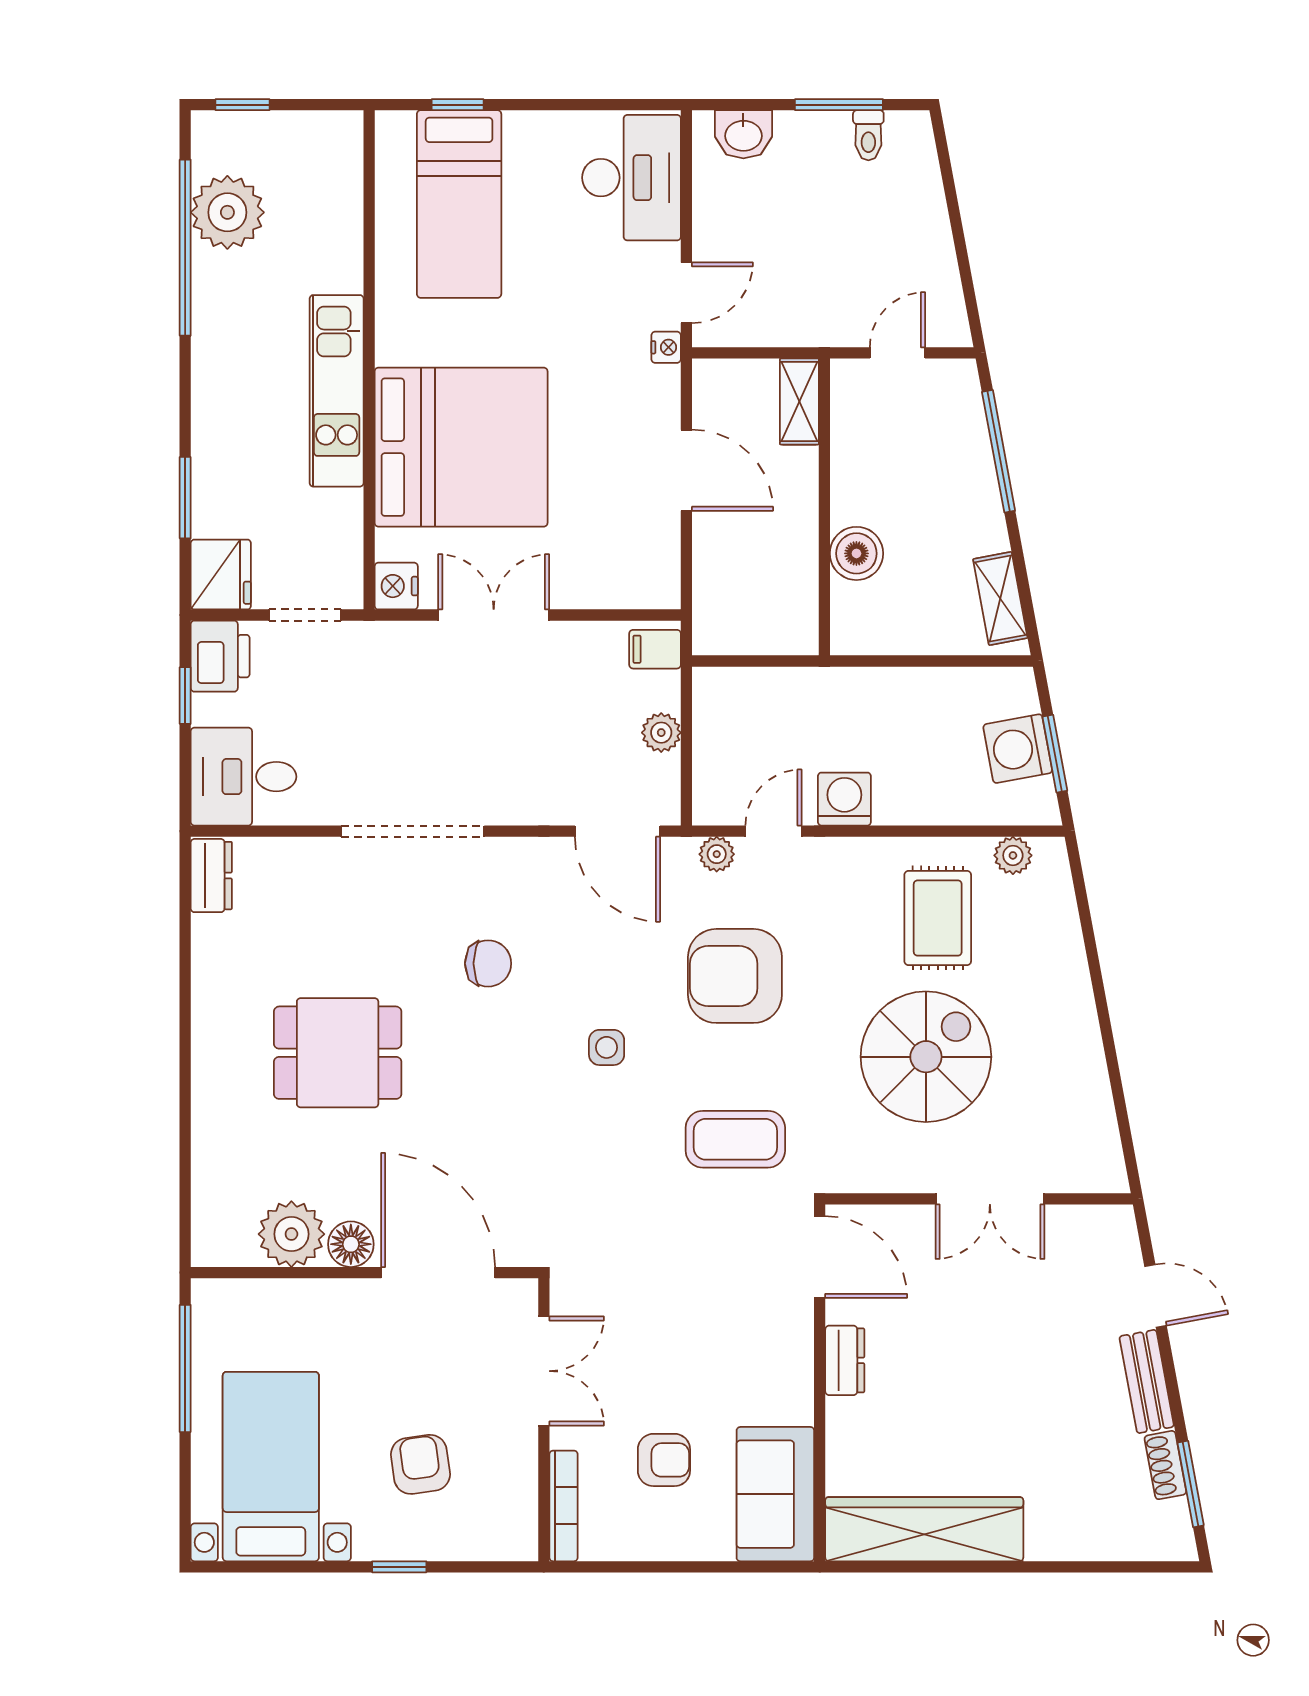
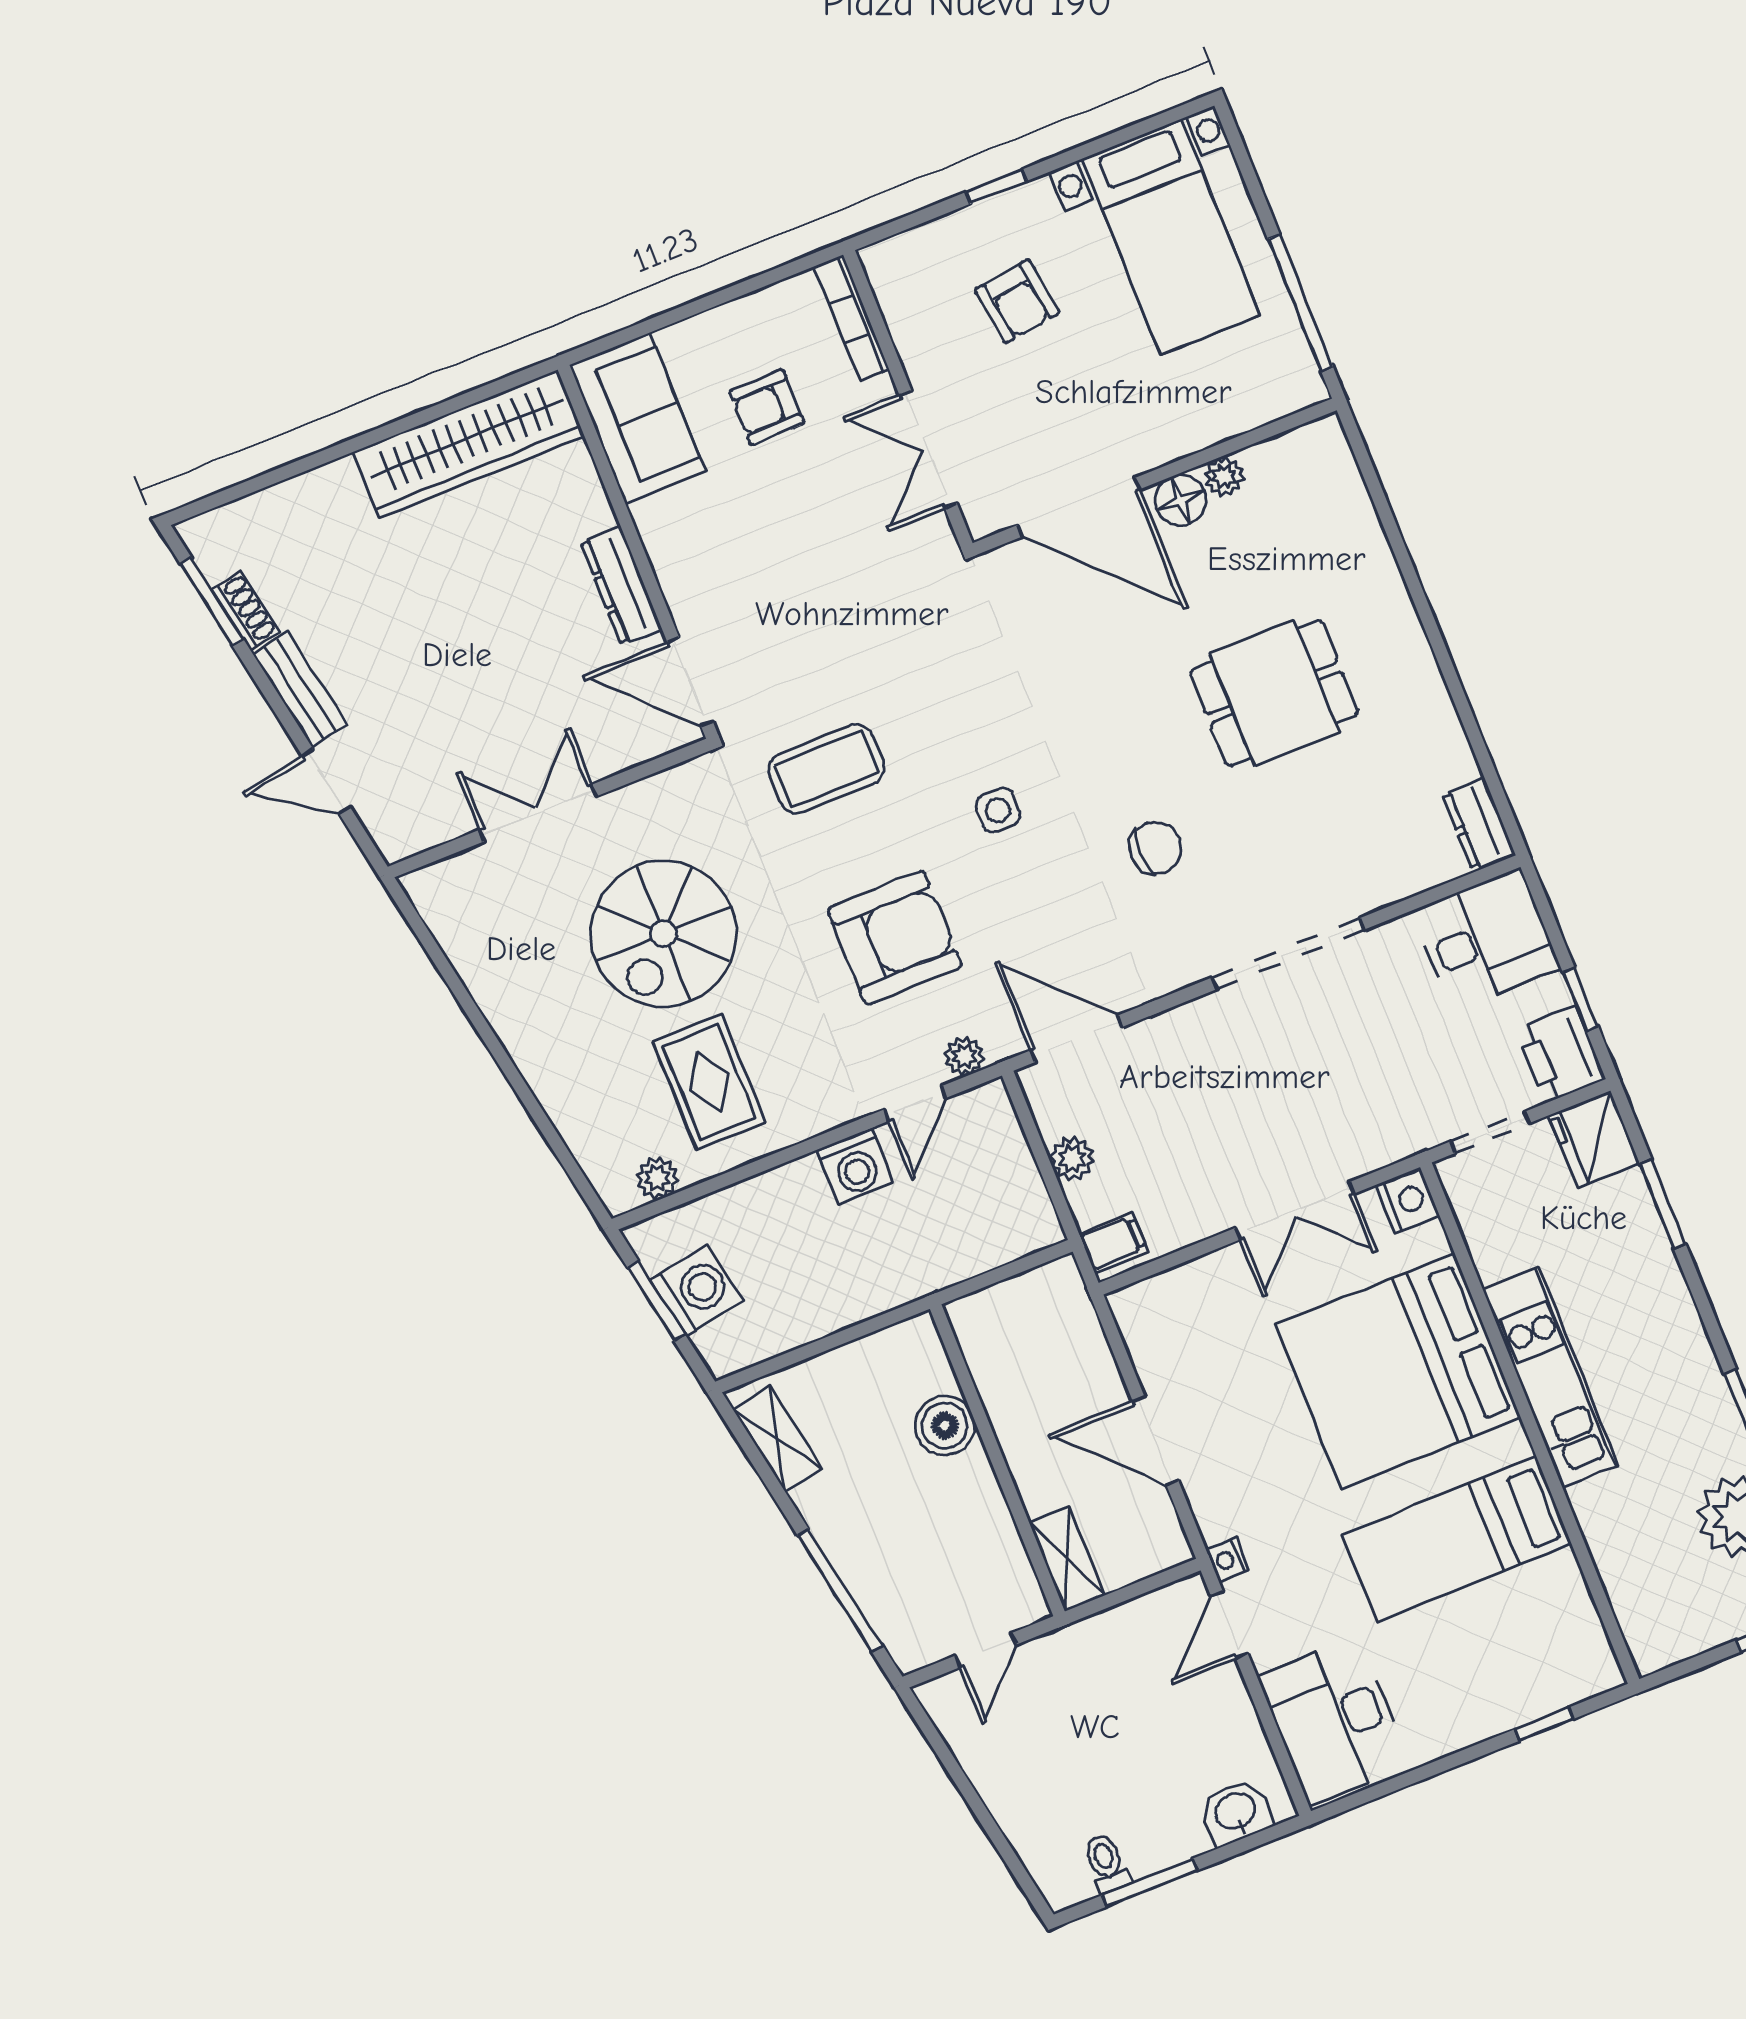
bed: (459, 204) -> (1457, 1539), moved, turned -90
chair: (488, 963) -> (1155, 848), turned 180
plant: (291, 1234) -> (1224, 477), width x0.53, depth x0.53
dresser: (845, 1360) -> (621, 585), width x1.44

